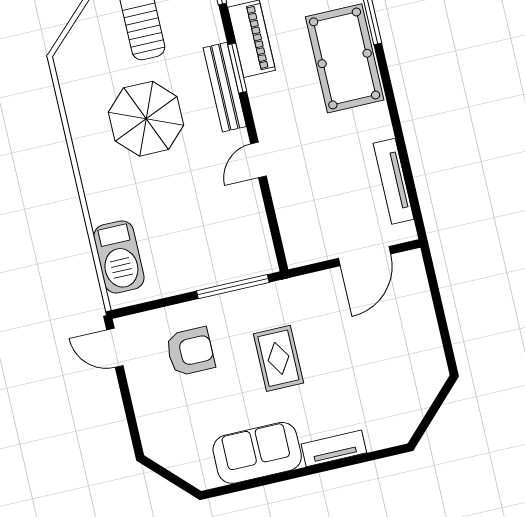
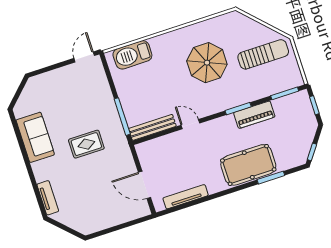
bench: (225, 87) -> (152, 127), moved
armchair: (190, 351) -> (86, 97), removed
tv unit: (334, 448) -> (48, 198), moved

